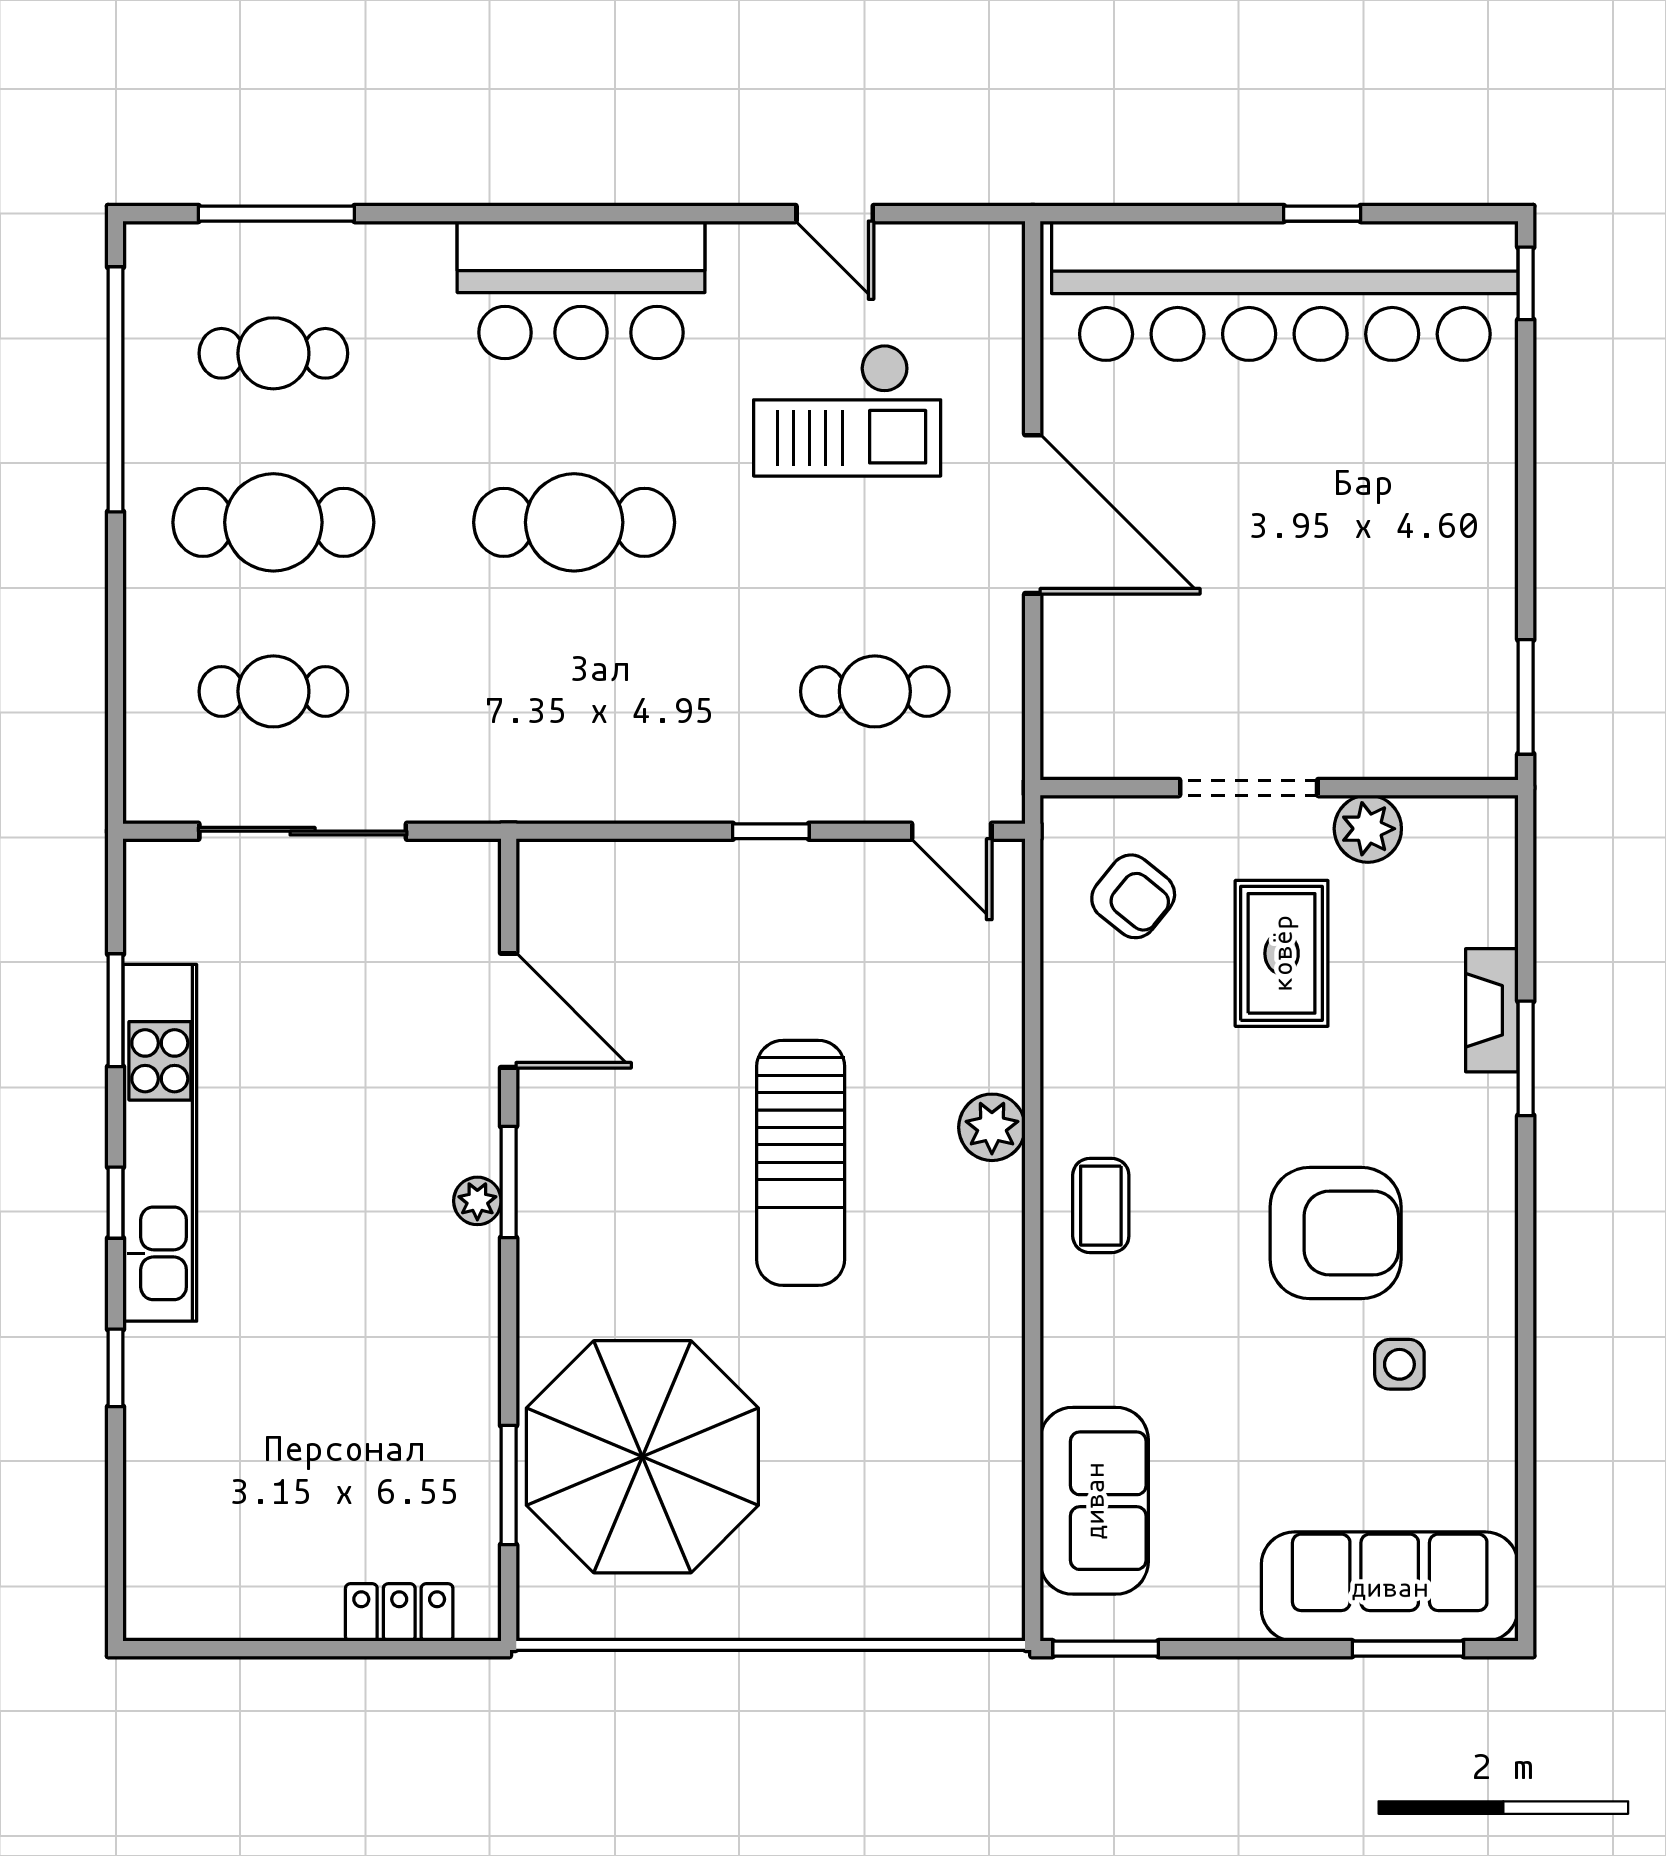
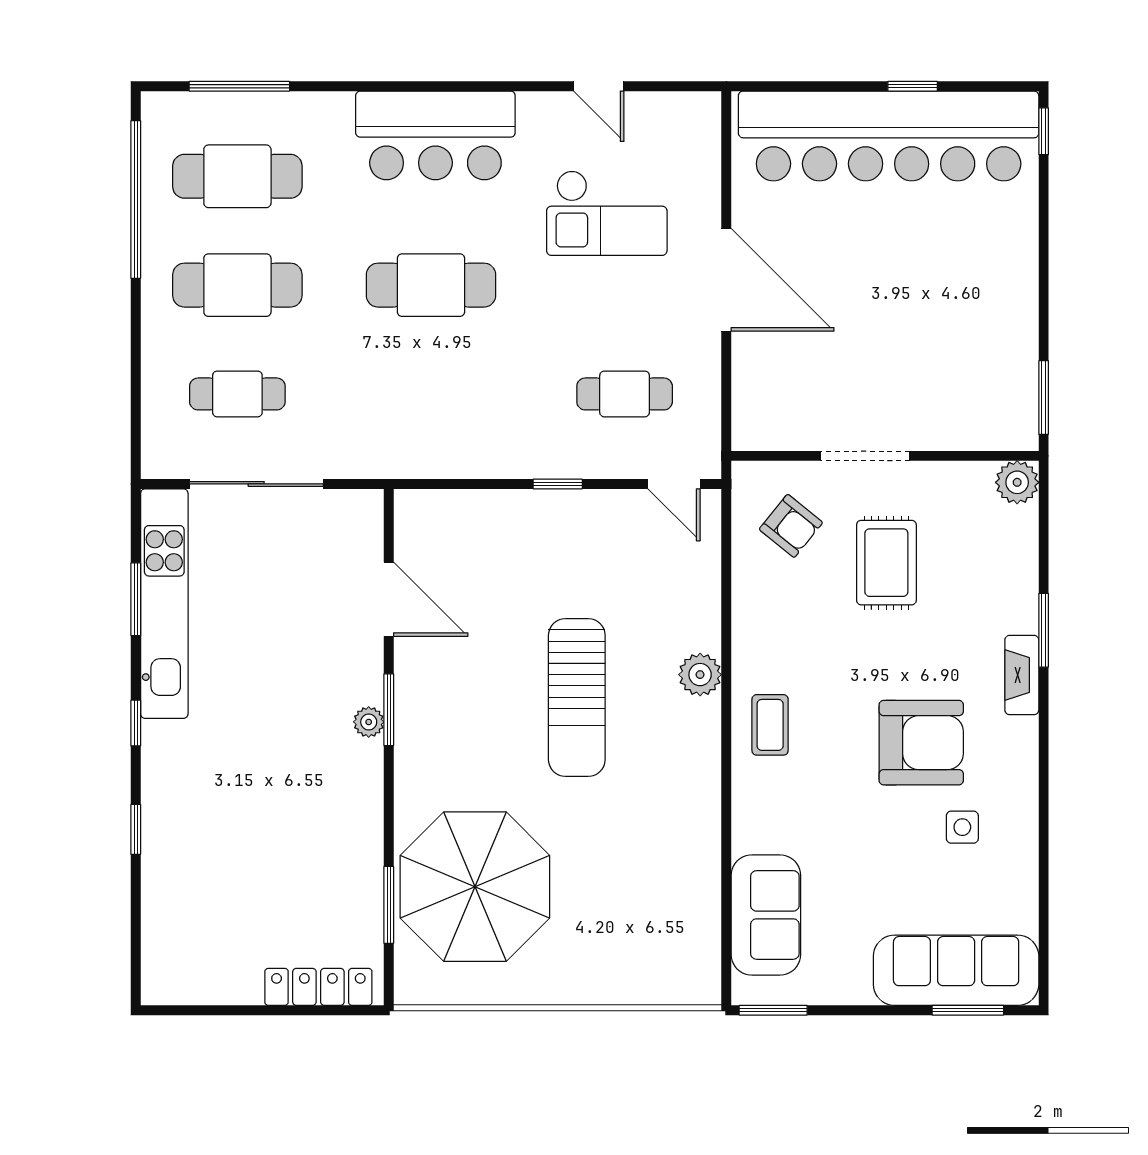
cafe table: (273, 353) -> (237, 176), width x1.37, depth x1.35
plant: (1368, 829) -> (1017, 482), moved
fireplace: (1492, 1010) -> (1022, 675), moved
kitchen unit: (160, 1143) -> (164, 604), moved
locker: (399, 1612) -> (318, 987), width x1.53

